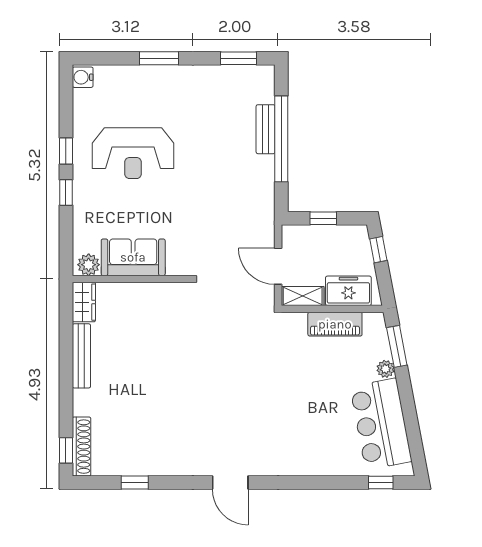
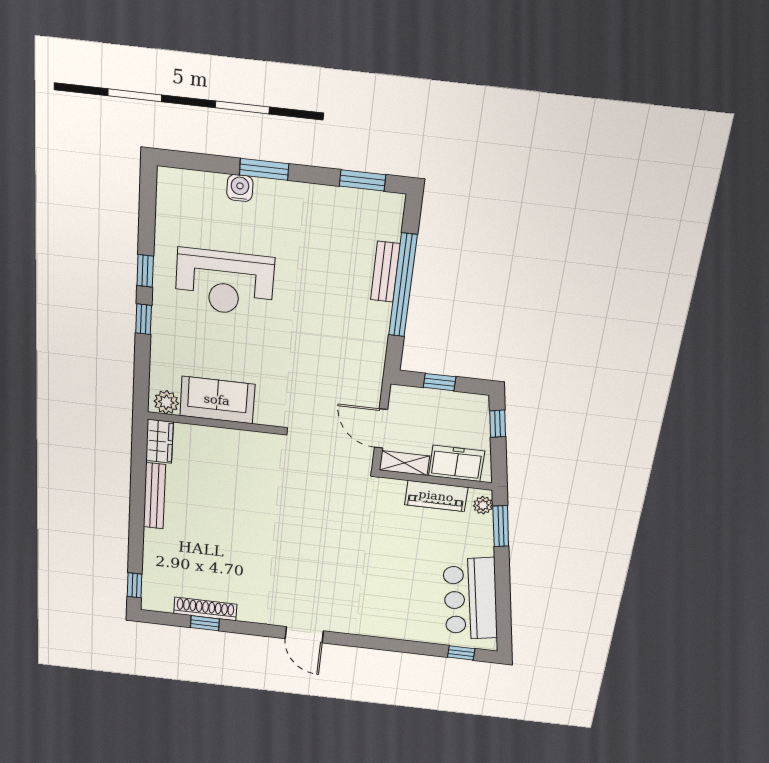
water cooler: (83, 77) -> (240, 188), moved, turned 90
plant: (386, 369) -> (483, 505), moved
shoe rack: (82, 447) -> (205, 609), moved, turned -90

